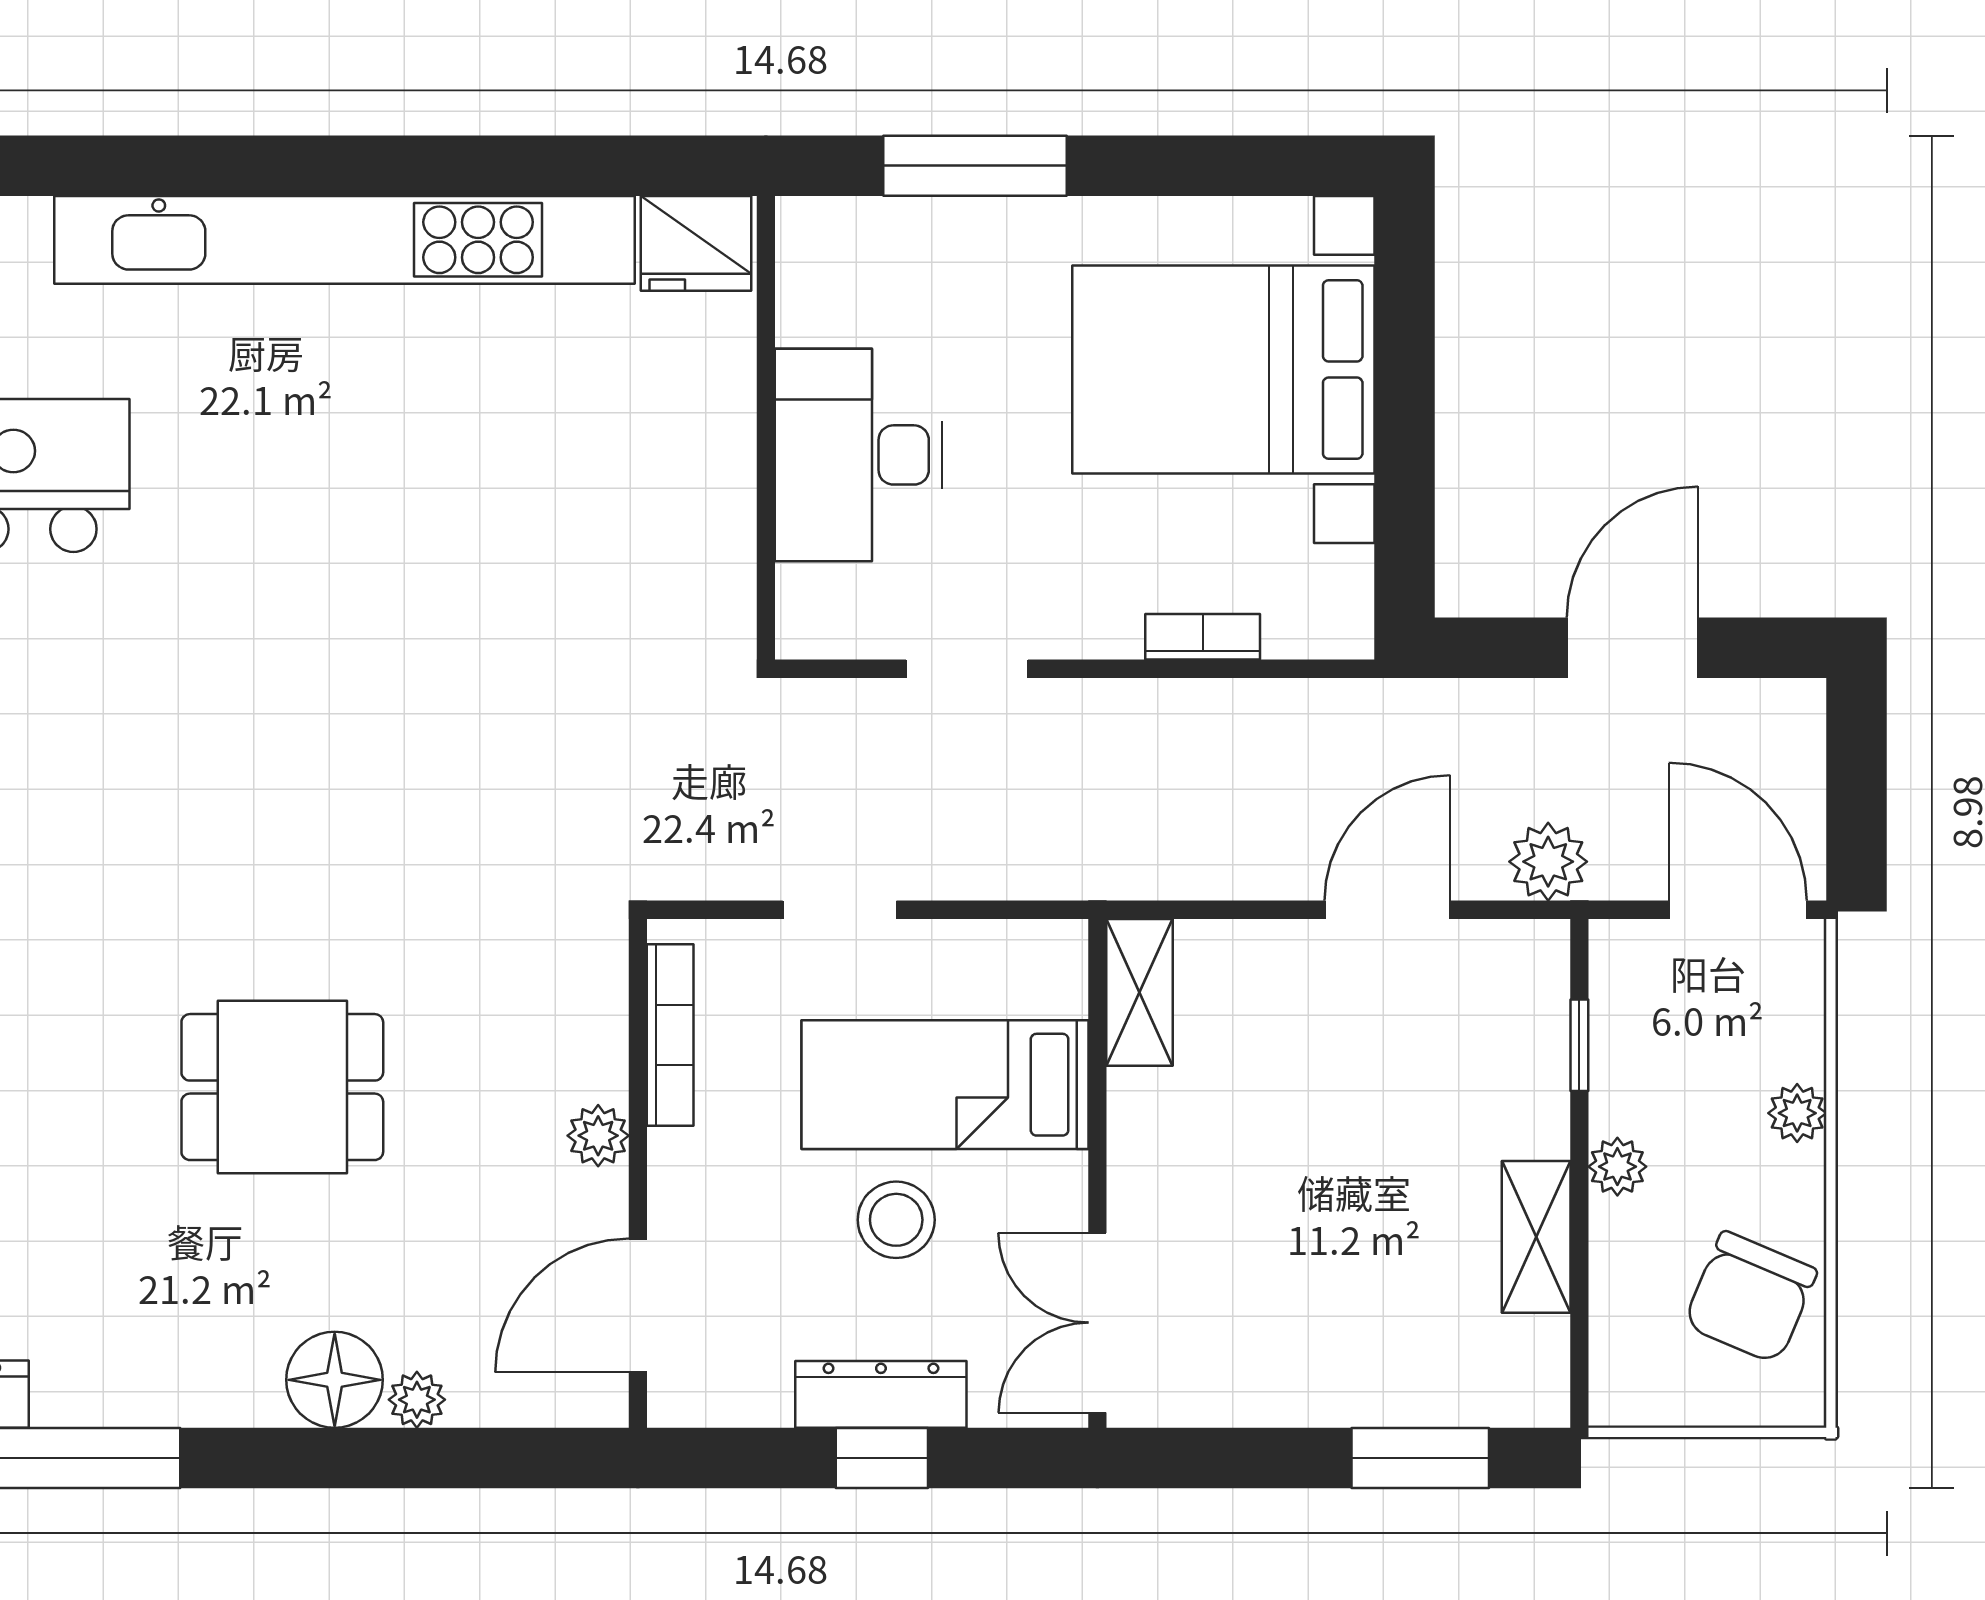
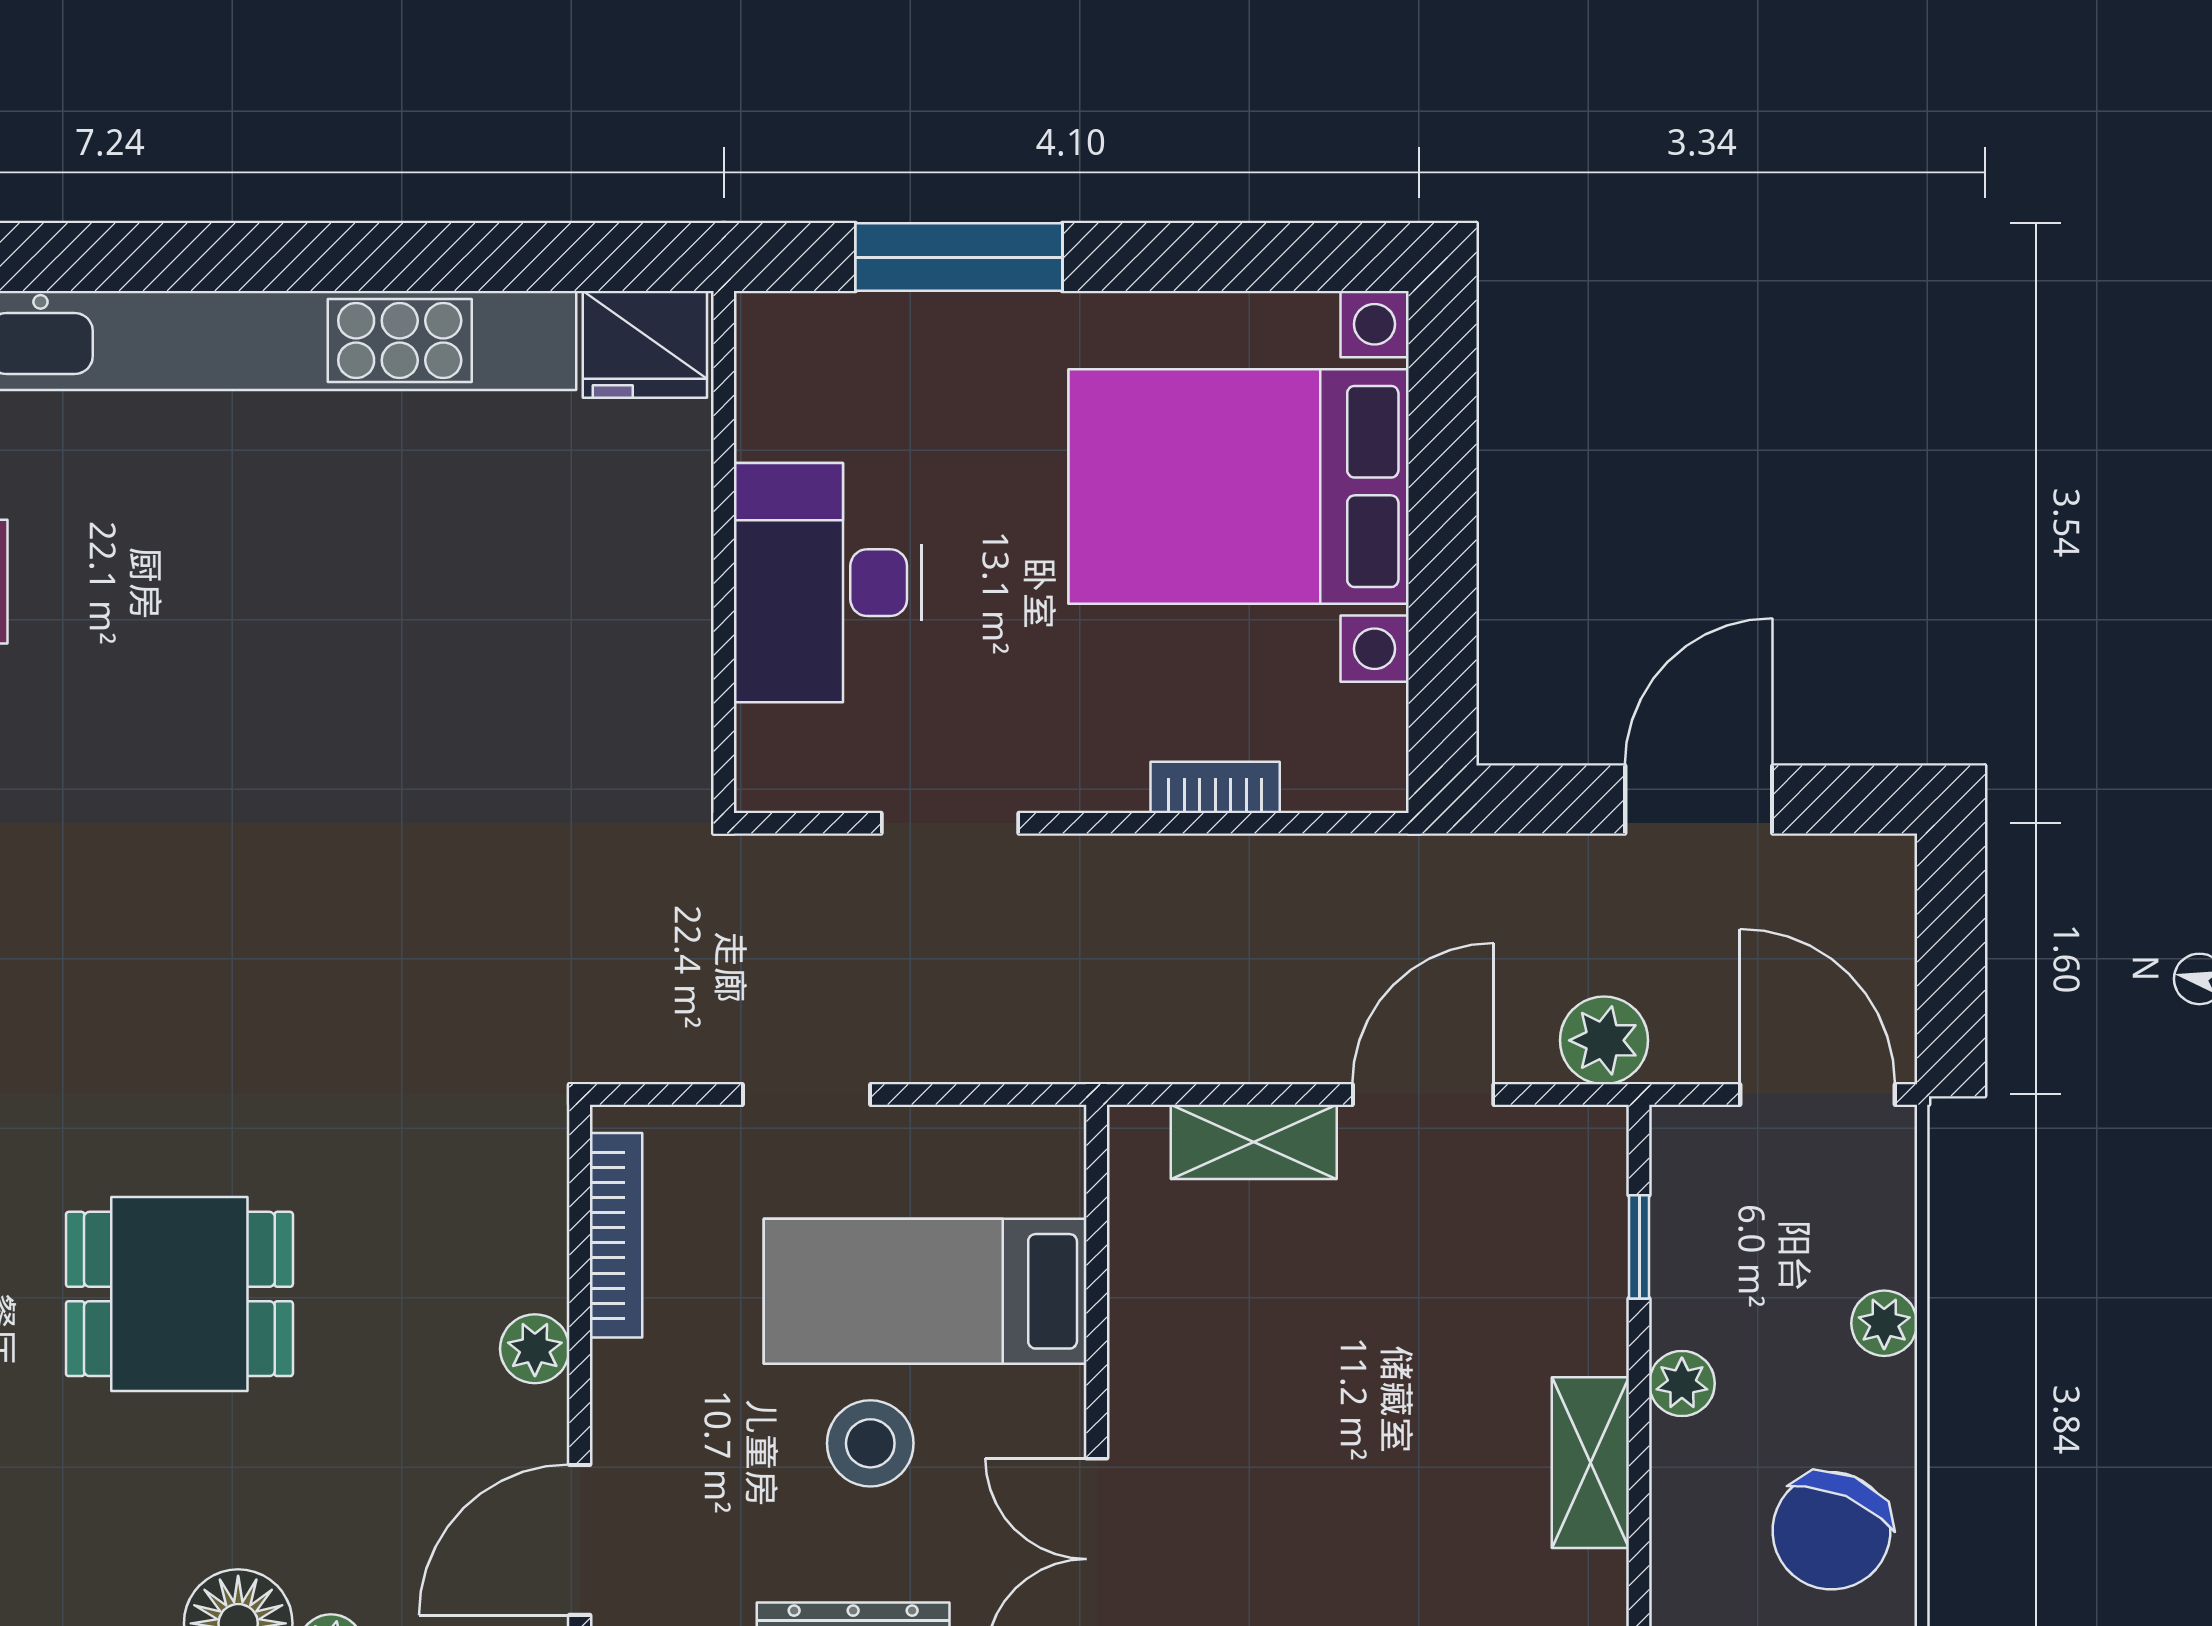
shelving: (1139, 992) -> (1254, 1142), moved, turned 90

